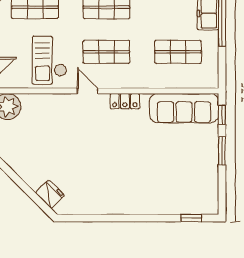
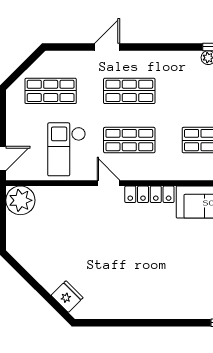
locker: (125, 101) -> (149, 194), width x1.53

